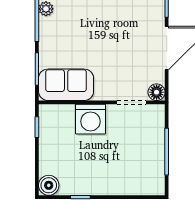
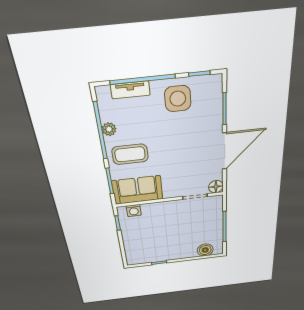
coffee table: (64, 40) -> (130, 154), added
washing machine: (90, 119) -> (134, 211), moved, width x0.53, depth x0.53
boiler: (49, 185) -> (205, 250), moved

